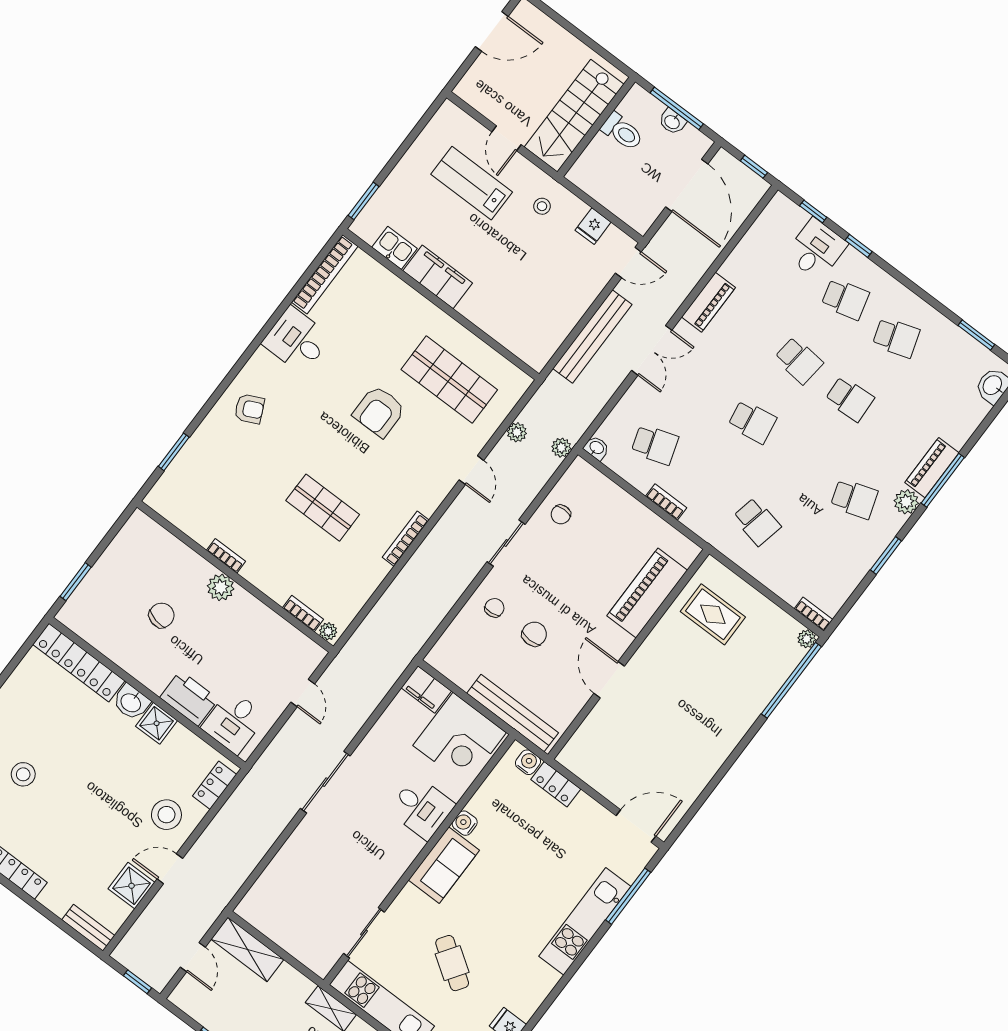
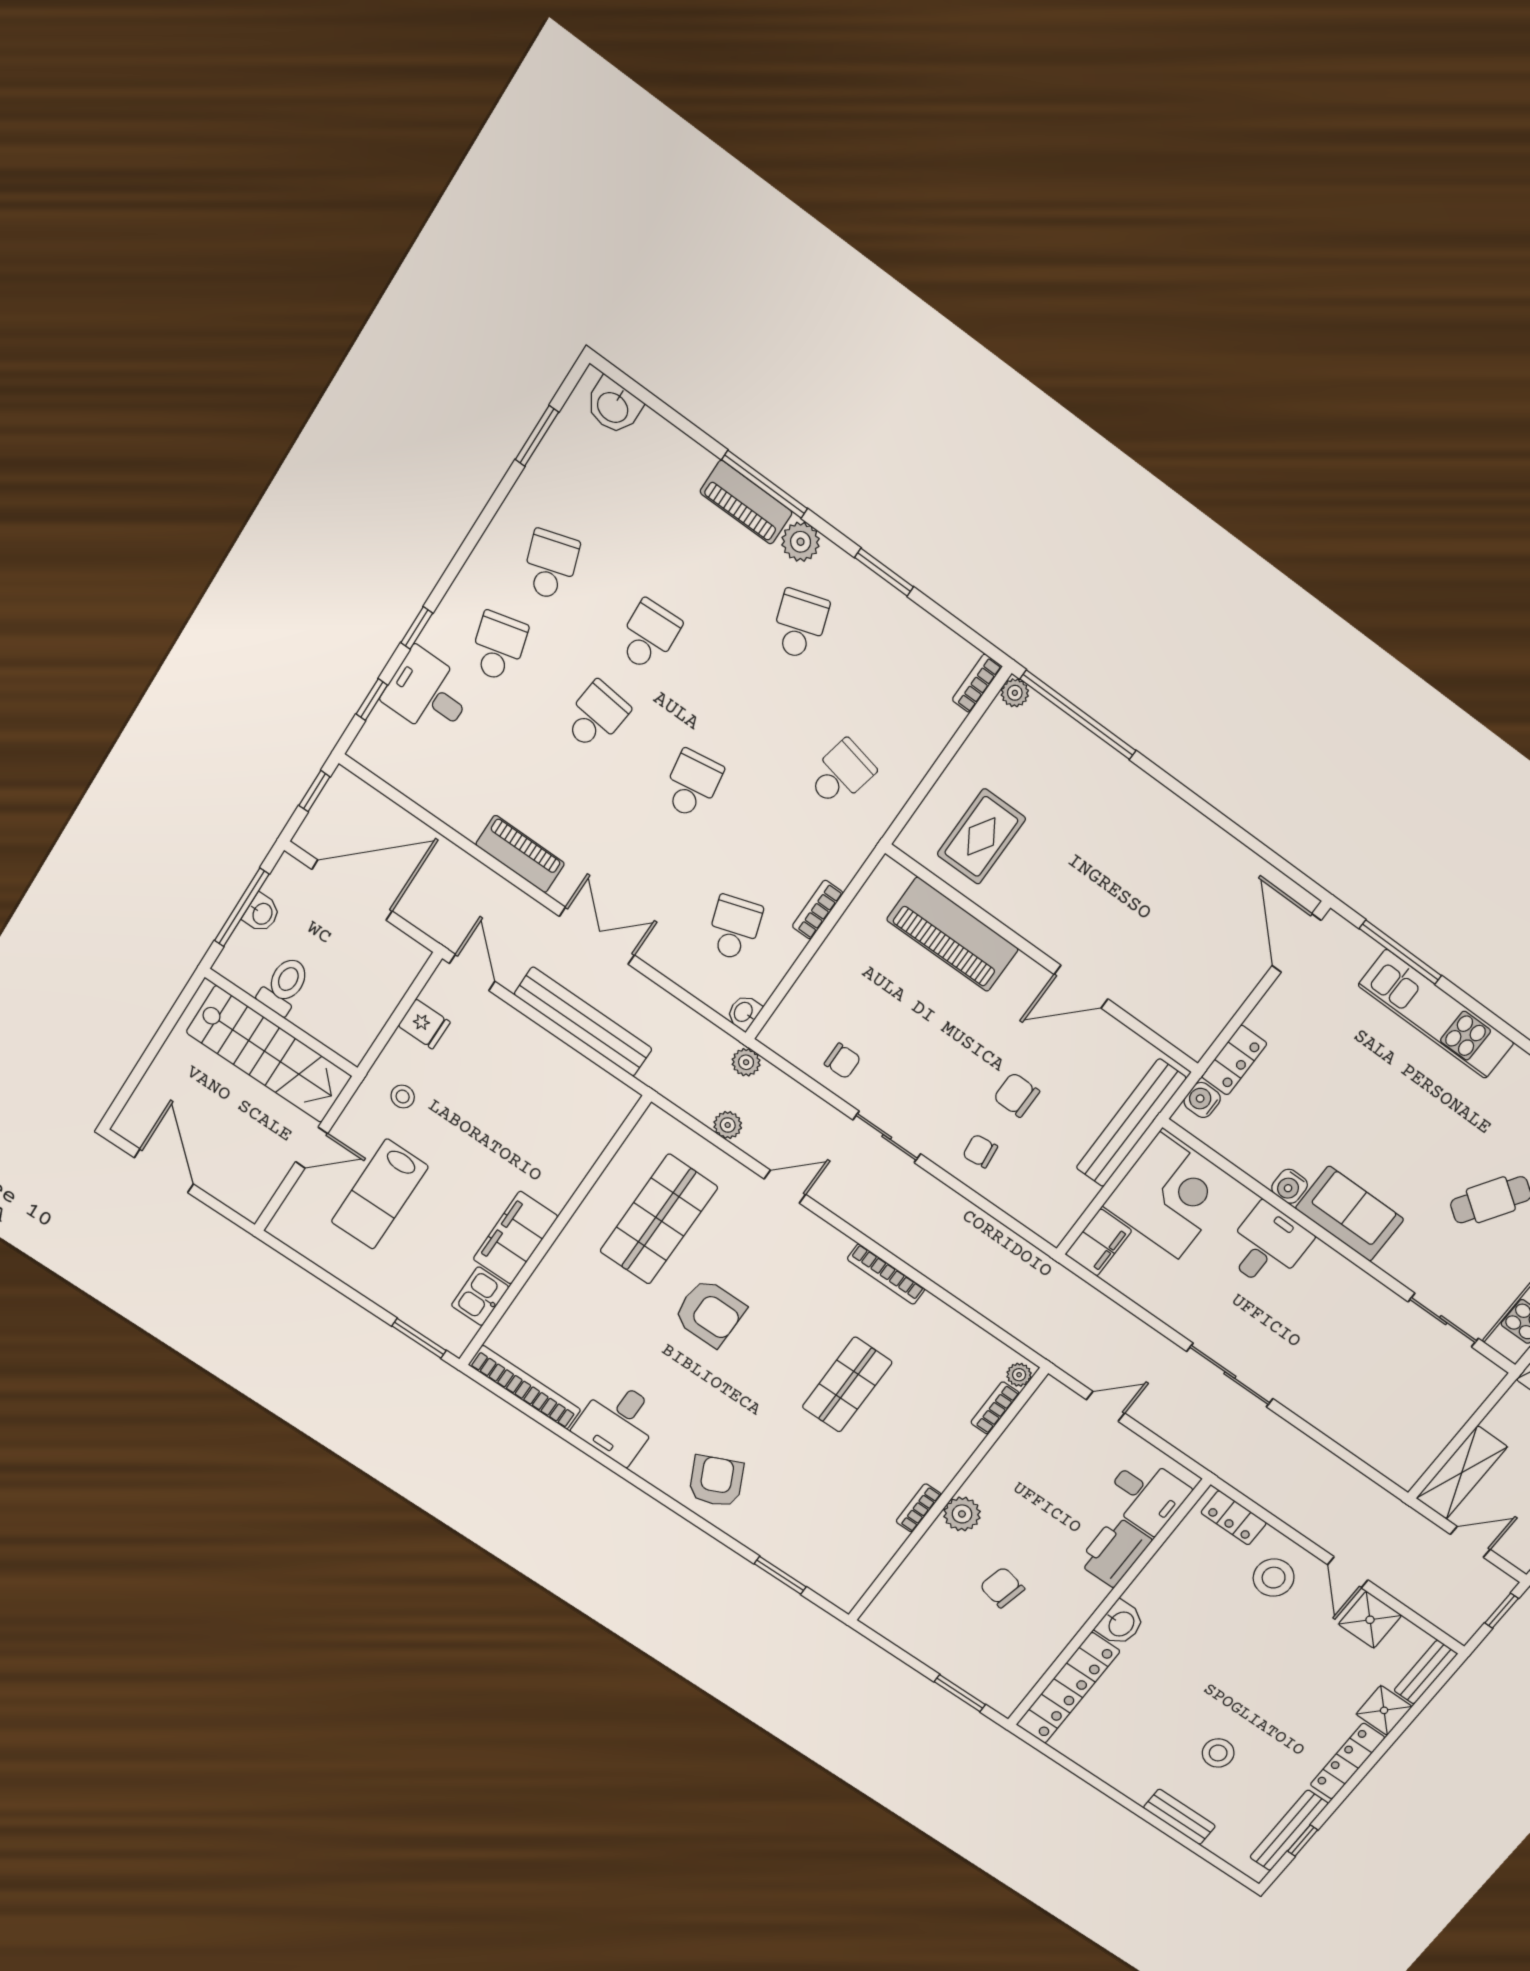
armchair: (249, 409) -> (716, 1481), width x1.38, depth x1.38
shower: (157, 723) -> (1384, 1710), moved

